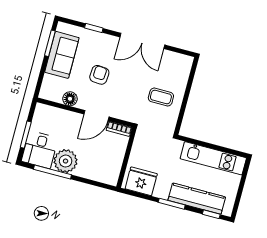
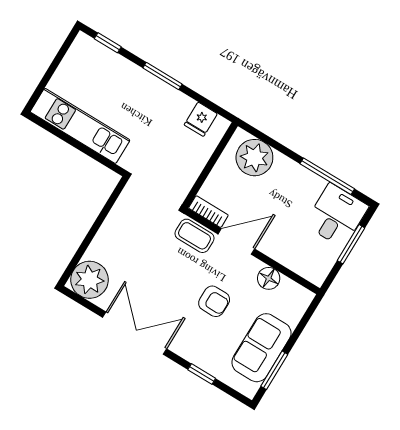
plant: (180, 66) -> (89, 280), added
armchair: (99, 75) -> (214, 301), turned -94
coffee table: (161, 97) -> (195, 236), moved
plant: (66, 161) -> (254, 158), moved
fridge: (141, 181) -> (201, 119), width x0.53, depth x0.75
kitchen counter: (197, 199) -> (123, 73), removed

